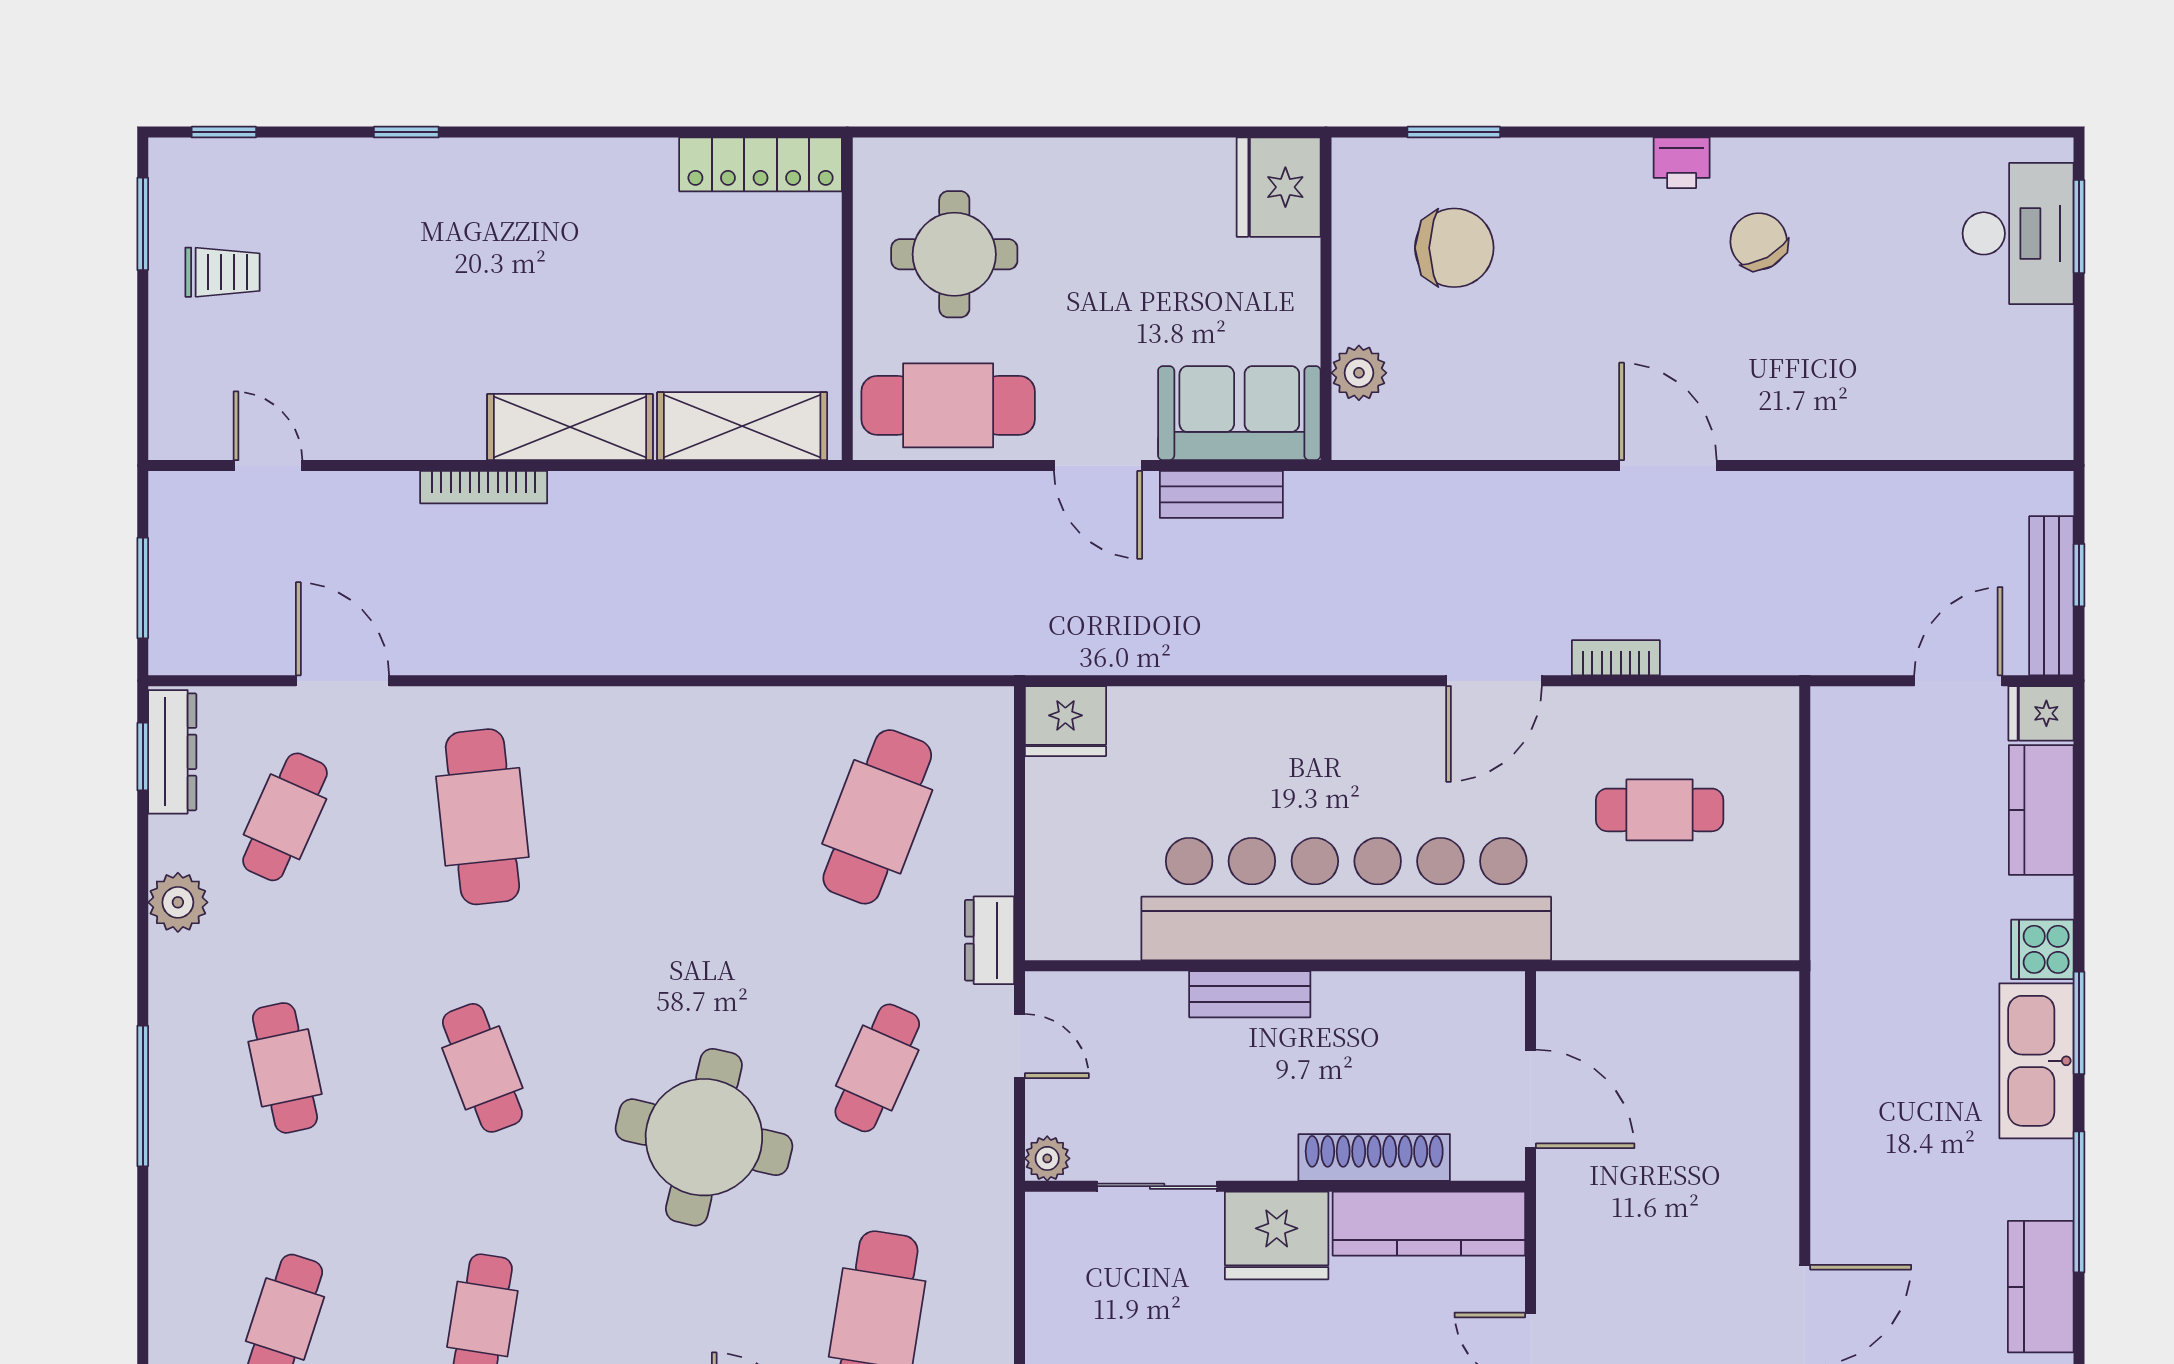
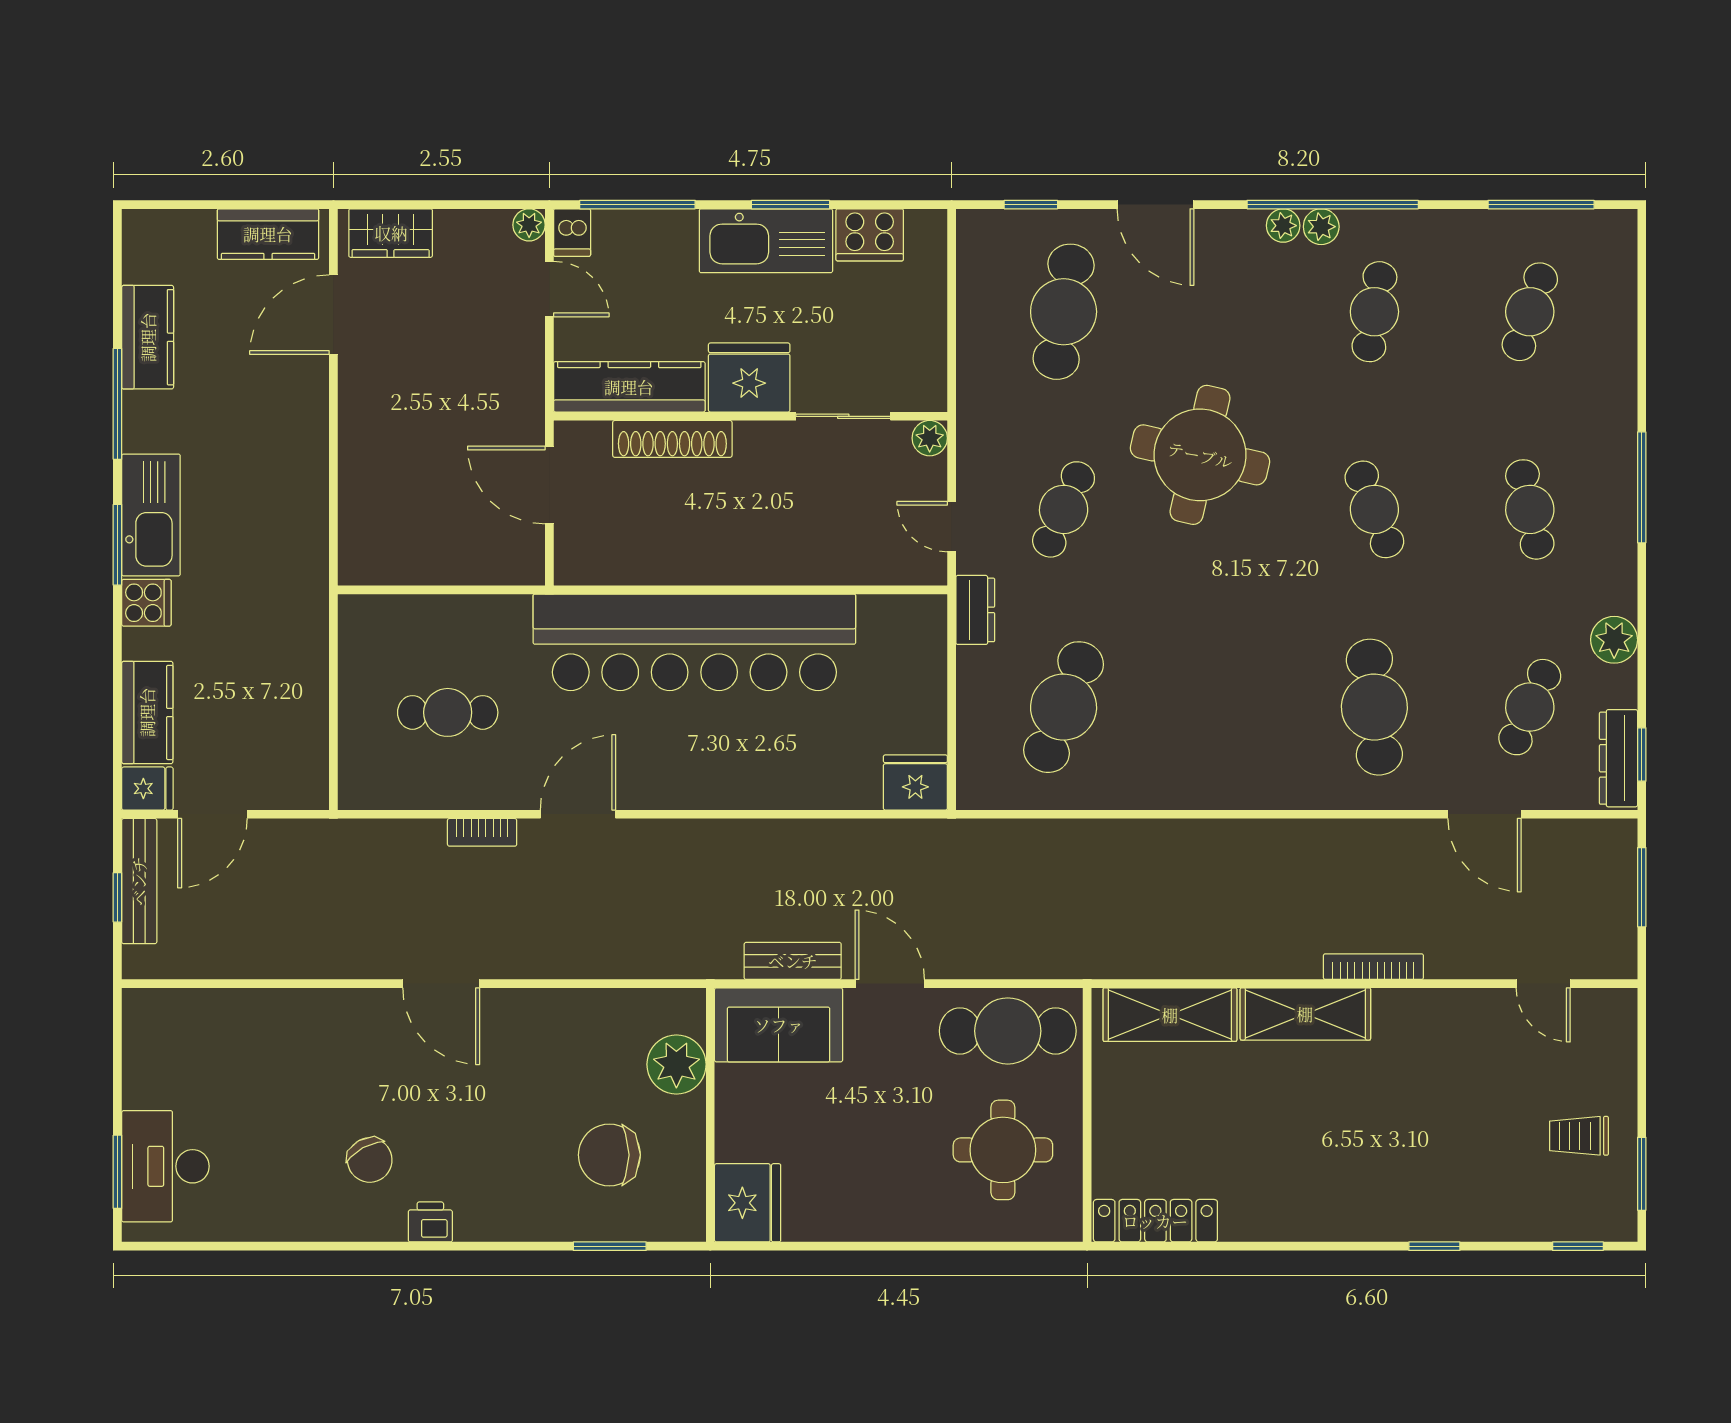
plant: (1359, 373) -> (676, 1064), width x1.36, depth x1.36
bench: (1250, 994) -> (770, 567), removed

